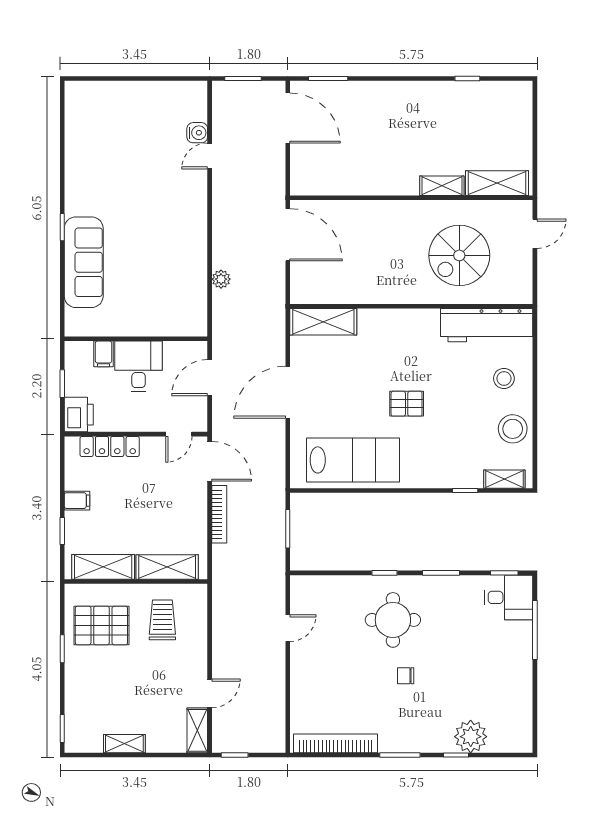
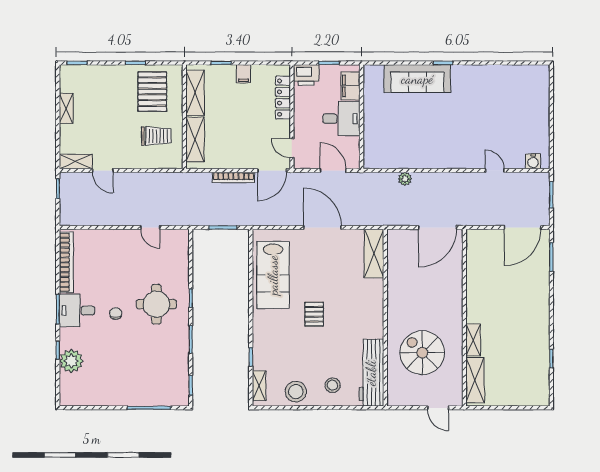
water cooler: (197, 133) -> (533, 161), moved
filing cabinet: (104, 354) -> (350, 86), width x2.00
desk: (509, 597) -> (77, 311), moved, turned 90

